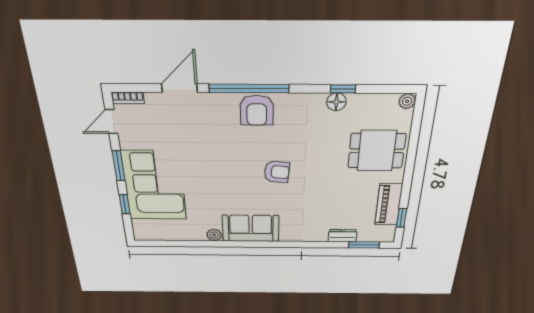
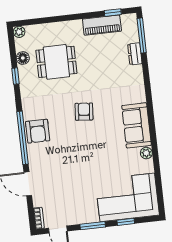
floor lamp: (336, 102) -> (23, 58), moved
armchair: (257, 110) -> (38, 131), turned 90
dining table: (377, 151) -> (56, 62), moved, turned 90
corner sofa: (154, 186) -> (127, 197), moved
window: (364, 245) -> (142, 36), width x1.44

